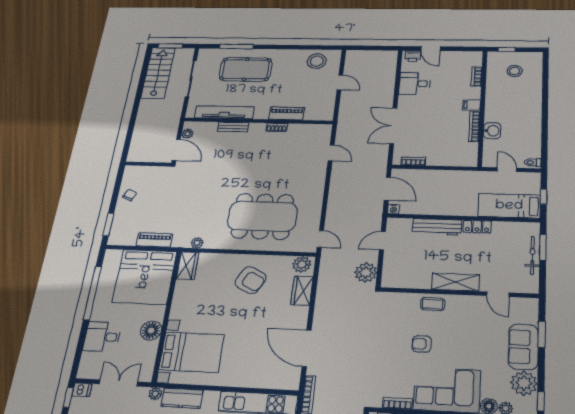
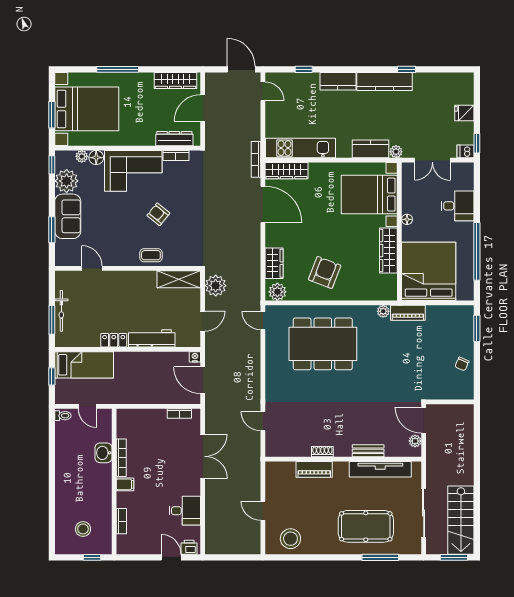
piano: (154, 240) -> (408, 313), moved
wardrobe: (188, 266) -> (388, 251), moved, width x1.50
armchair: (251, 280) -> (325, 272), turned 83
shelving: (455, 282) -> (179, 279), moved
floor lamp: (151, 331) -> (407, 219), width x0.53, depth x0.53
armchair: (422, 344) -> (158, 214), turned -141
wardrobe: (276, 381) -> (286, 171), added

